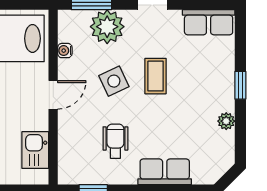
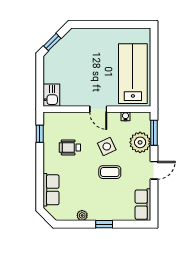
wheelchair: (115, 141) -> (70, 147), turned 180
kitchen sink: (35, 150) -> (51, 95), moved, turned 90
row of seats: (165, 172) -> (51, 190), moved

